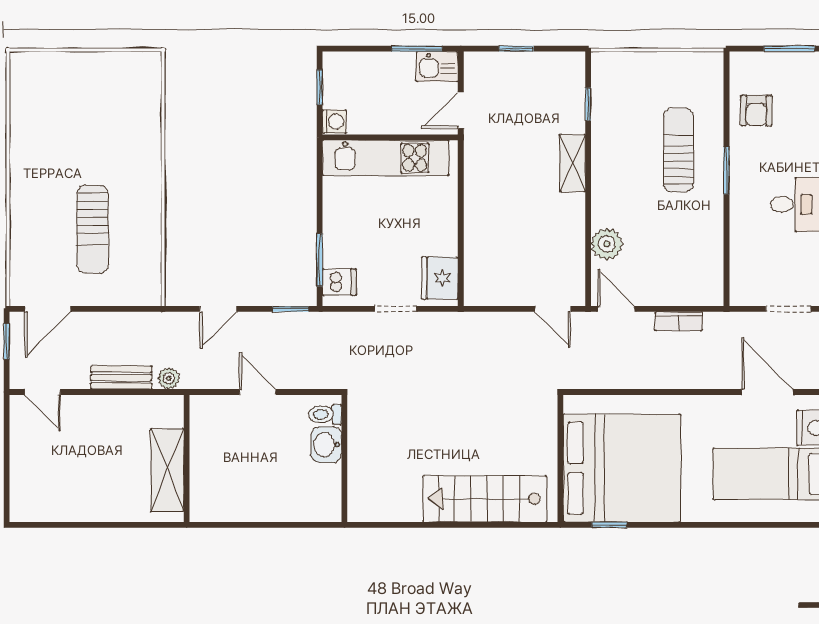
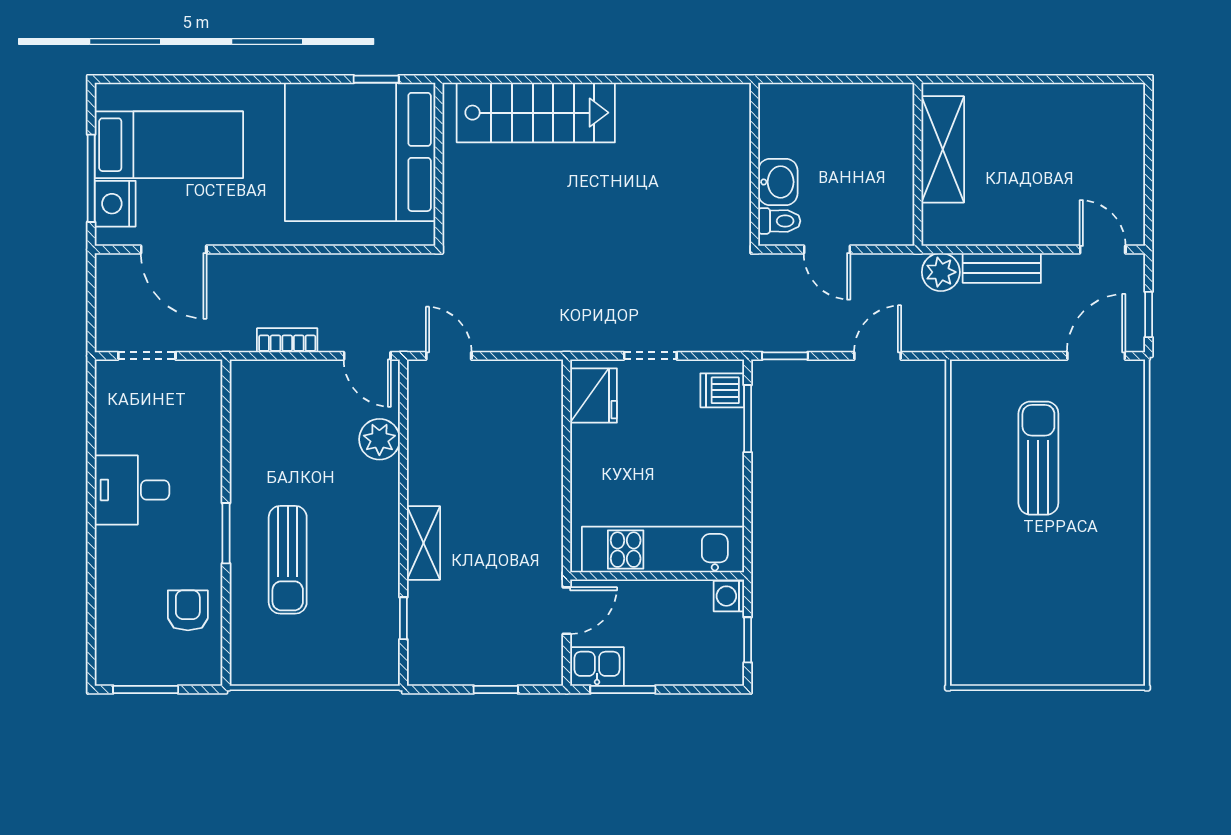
plant: (169, 378) -> (941, 272), width x1.38, depth x1.38
toilet: (325, 414) -> (779, 221), moved
washbasin: (326, 445) -> (778, 182), moved
wall: (344, 458) -> (755, 164), moved

